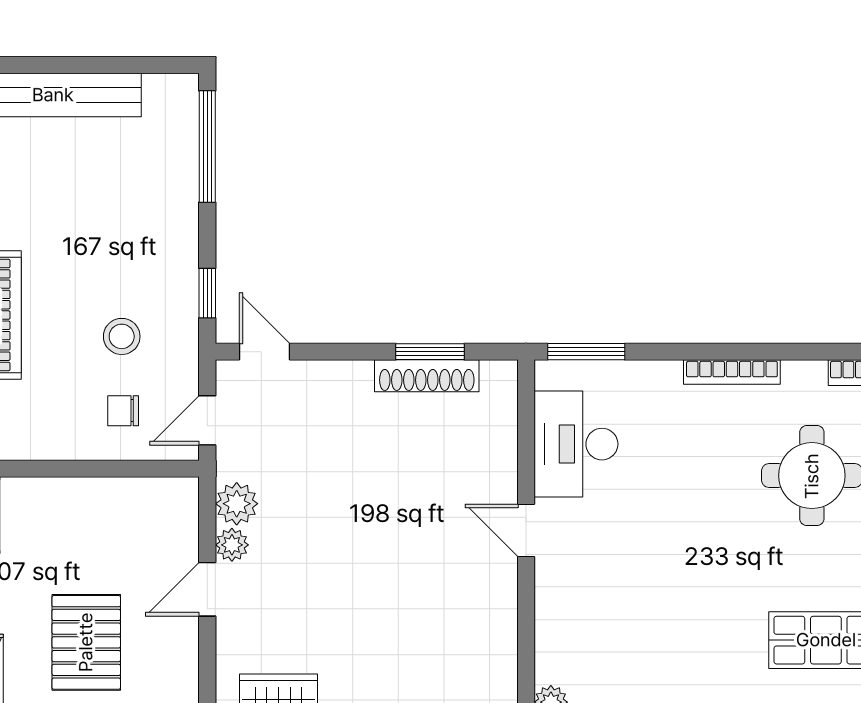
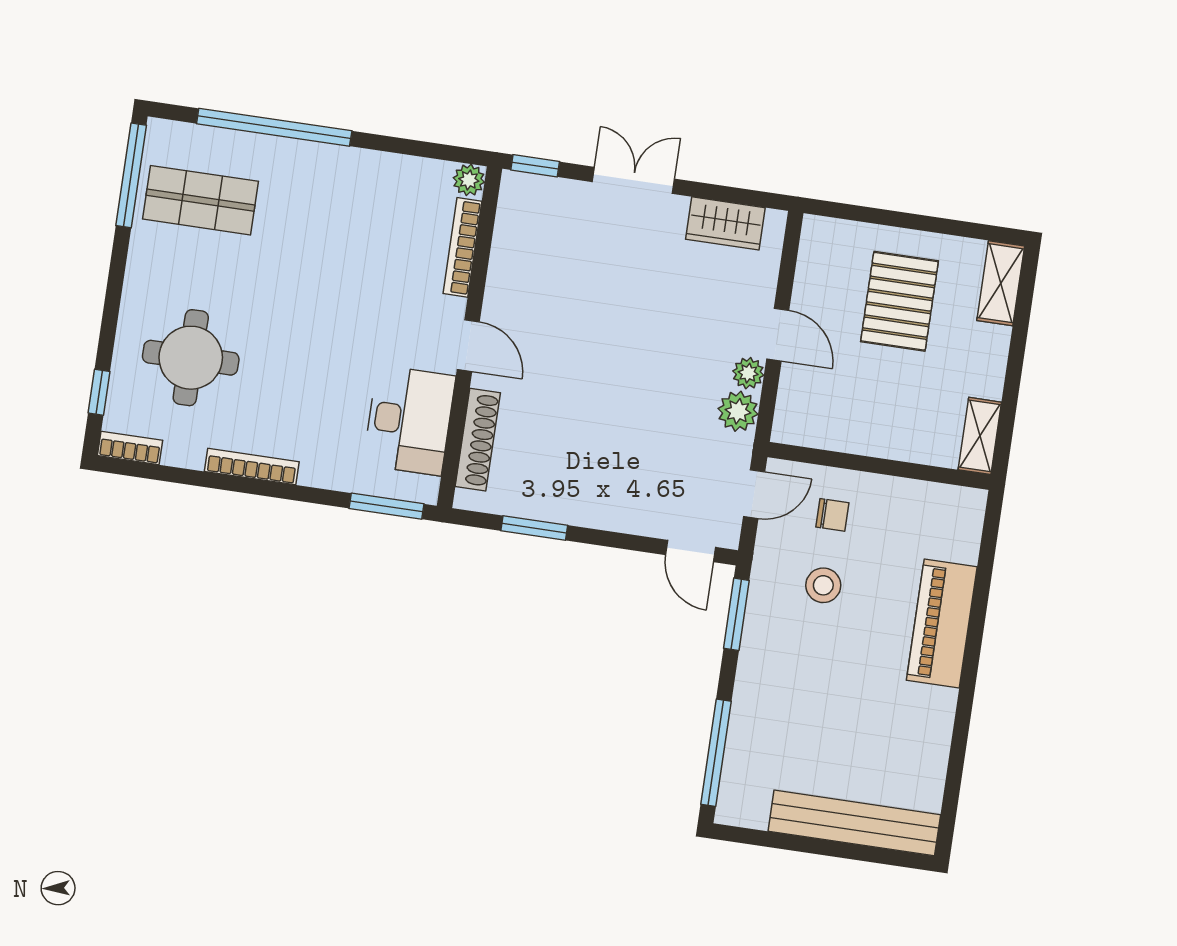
window: (207, 293) -> (736, 614), width x1.50
shoe rack: (427, 376) -> (478, 440), moved, turned 90
door: (207, 589) -> (778, 335), hinge flipped
bookcase: (547, 631) -> (462, 247), added

